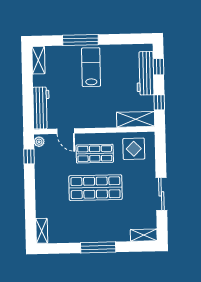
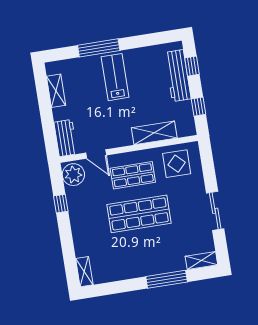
shelving: (38, 60) -> (56, 91), moved
workbench: (41, 108) -> (66, 138), width x0.73
shelving: (136, 119) -> (154, 133), moved
plant: (39, 142) -> (73, 175), width x1.88, depth x1.88
window: (29, 156) -> (61, 204), moved
window: (98, 247) -> (167, 279), moved

